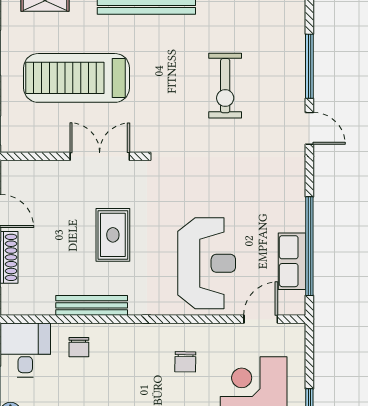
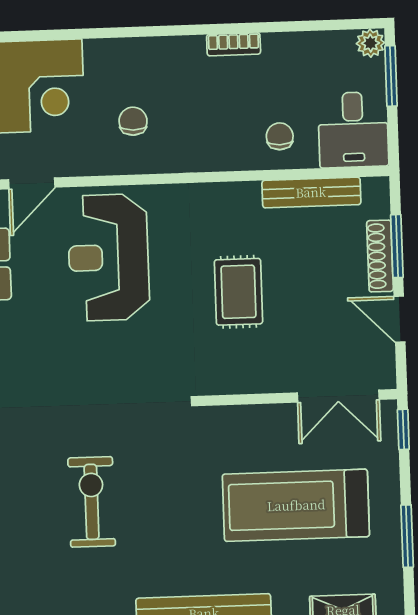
treadmill: (77, 78) -> (296, 505), turned 180
double door: (100, 156) -> (338, 396), moved
bench: (92, 305) -> (311, 192), moved

